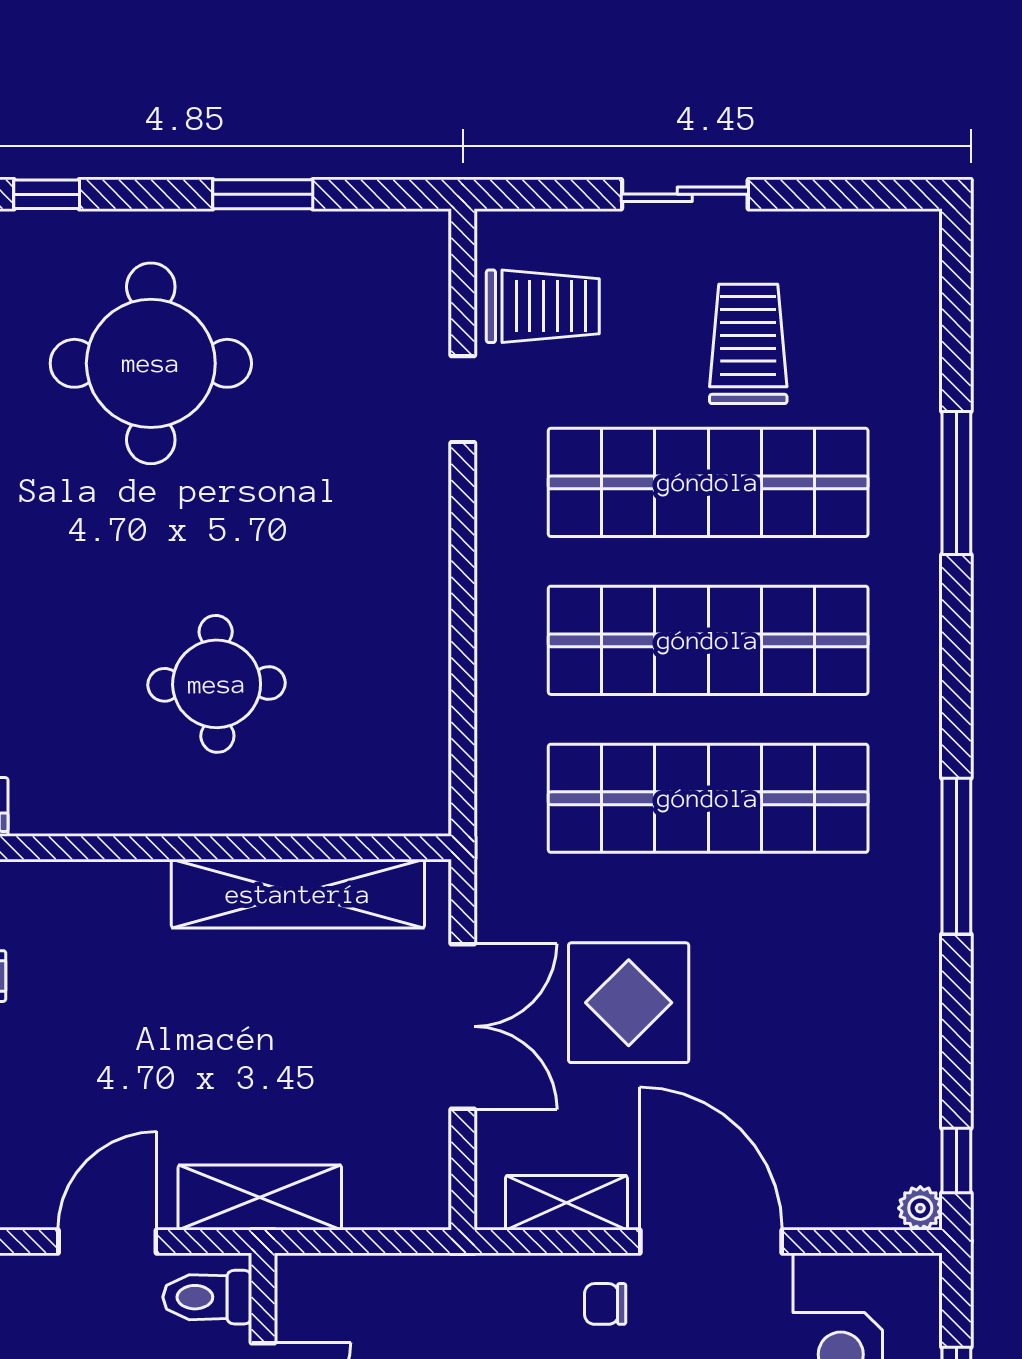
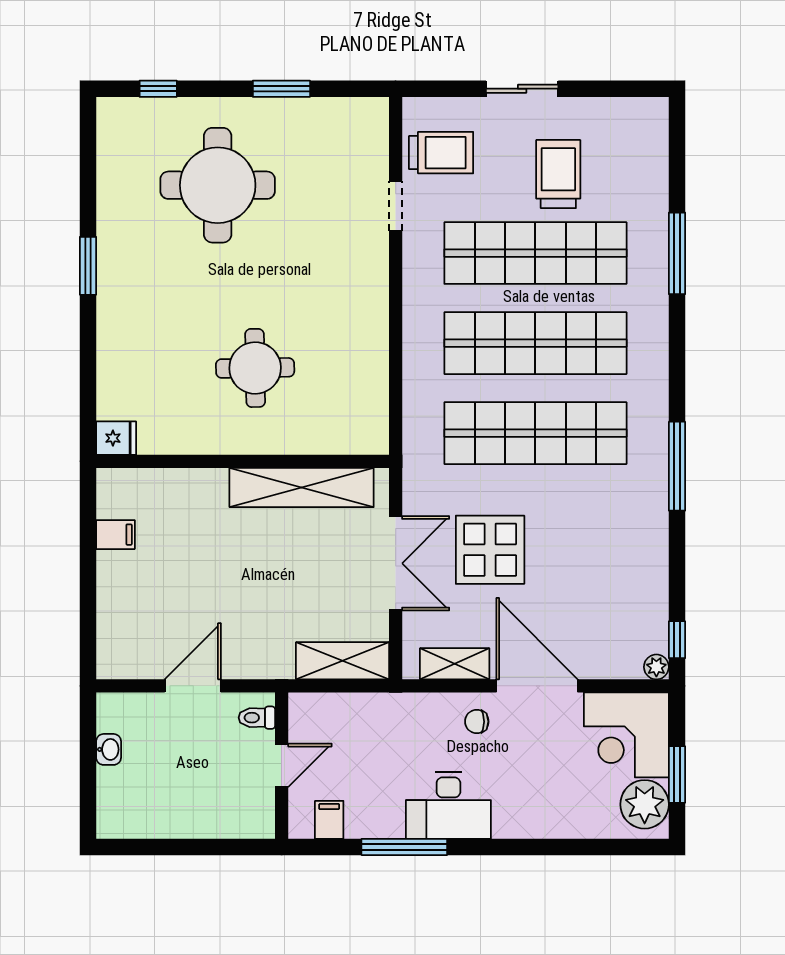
shelving: (260, 1197) -> (342, 661), moved
toilet: (207, 1297) -> (257, 718), width x0.73, depth x0.72

